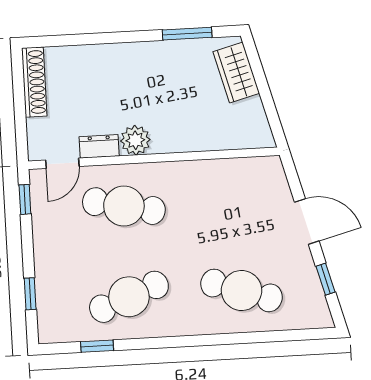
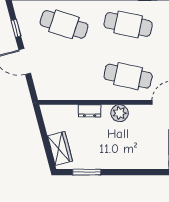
dresser: (99, 146) -> (90, 111), moved
cafe table: (129, 297) -> (128, 24), turned 33

